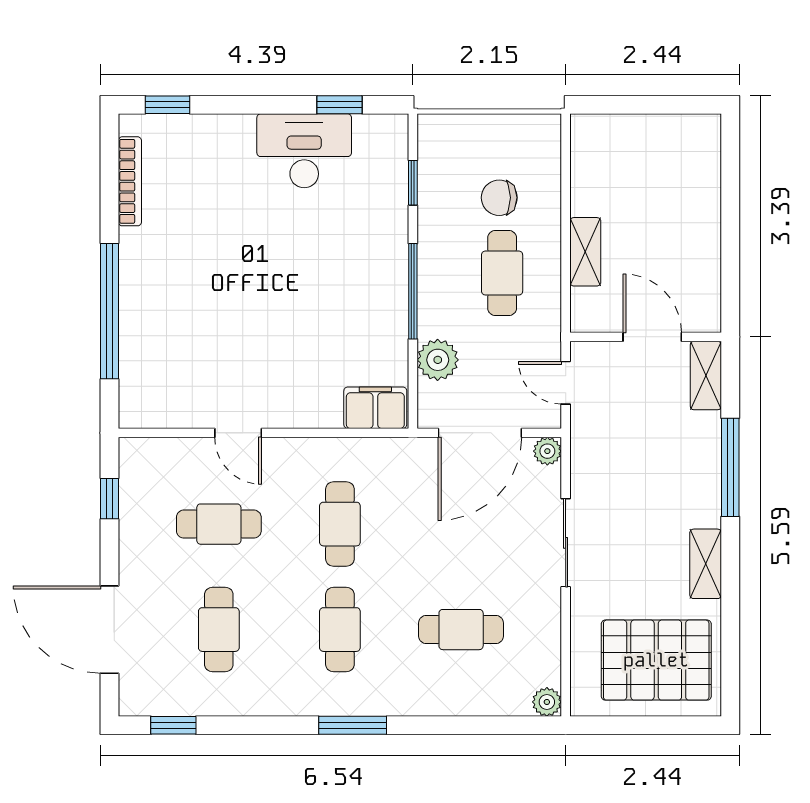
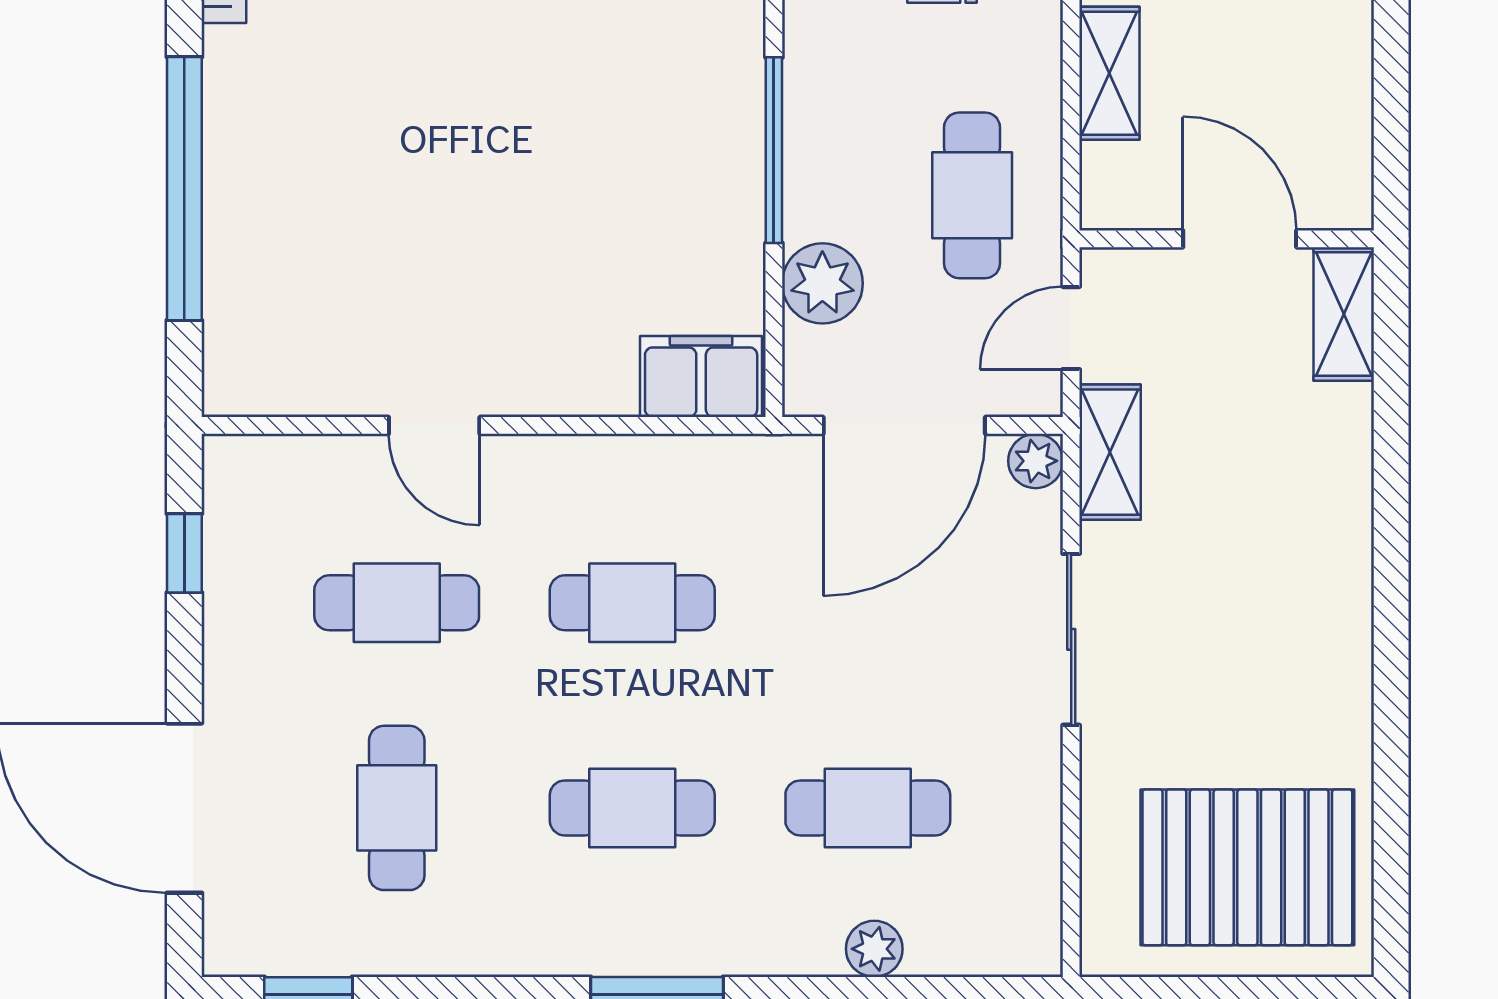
cafe table: (502, 273) -> (972, 195), moved
door: (566, 383) -> (1071, 328), hinge flipped
window: (730, 467) -> (1391, 492), removed
cafe table: (340, 524) -> (632, 603), turned 90
shelving: (706, 564) -> (1110, 452), moved
cafe table: (340, 630) -> (632, 808), turned 90
plant: (547, 702) -> (874, 949), moved

